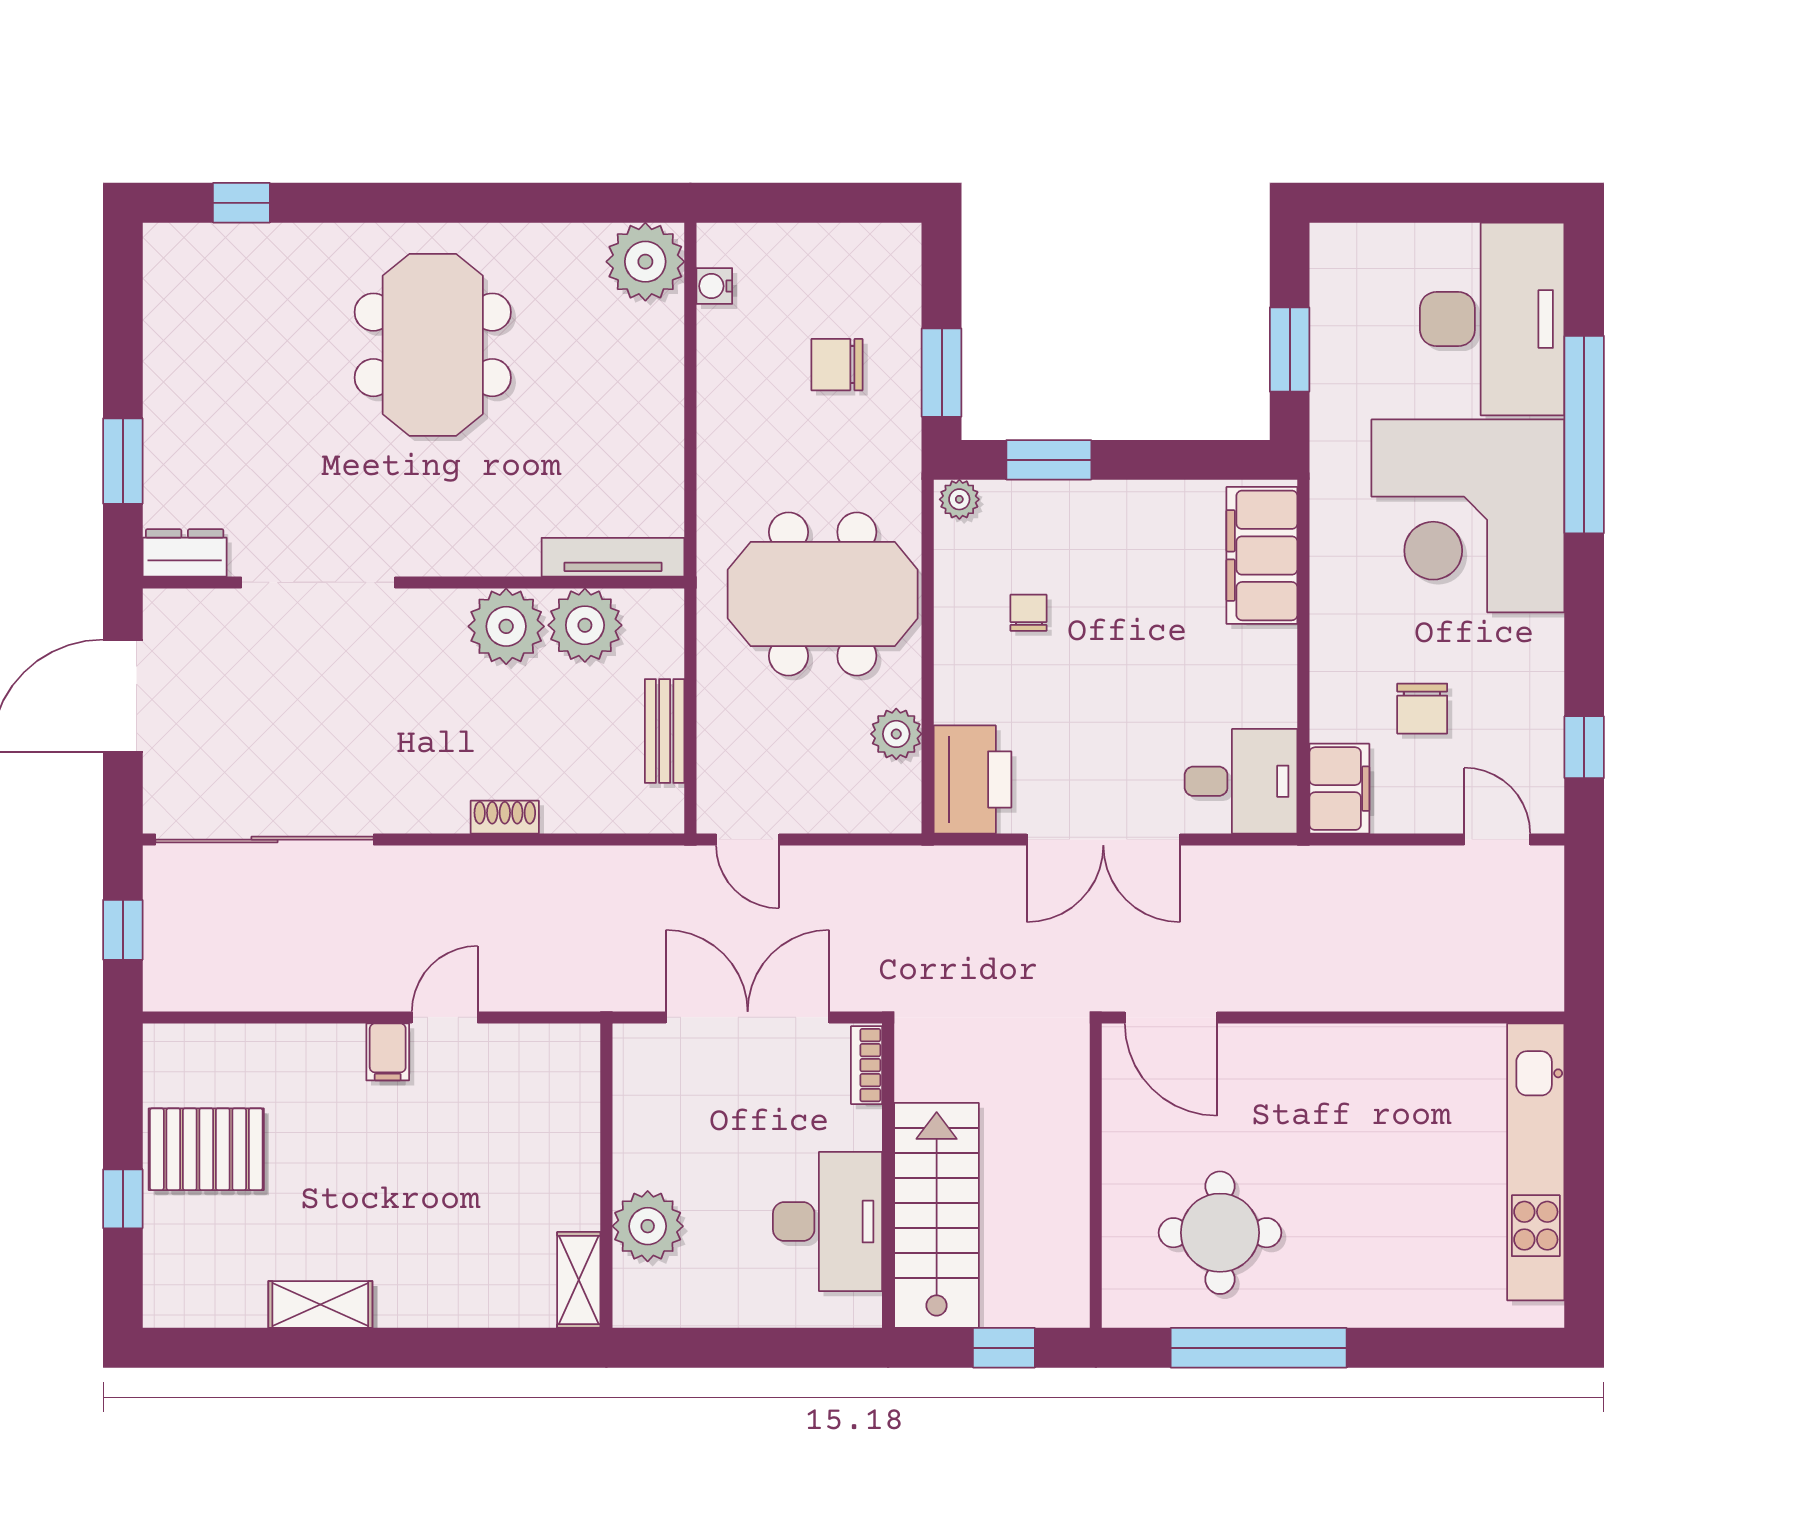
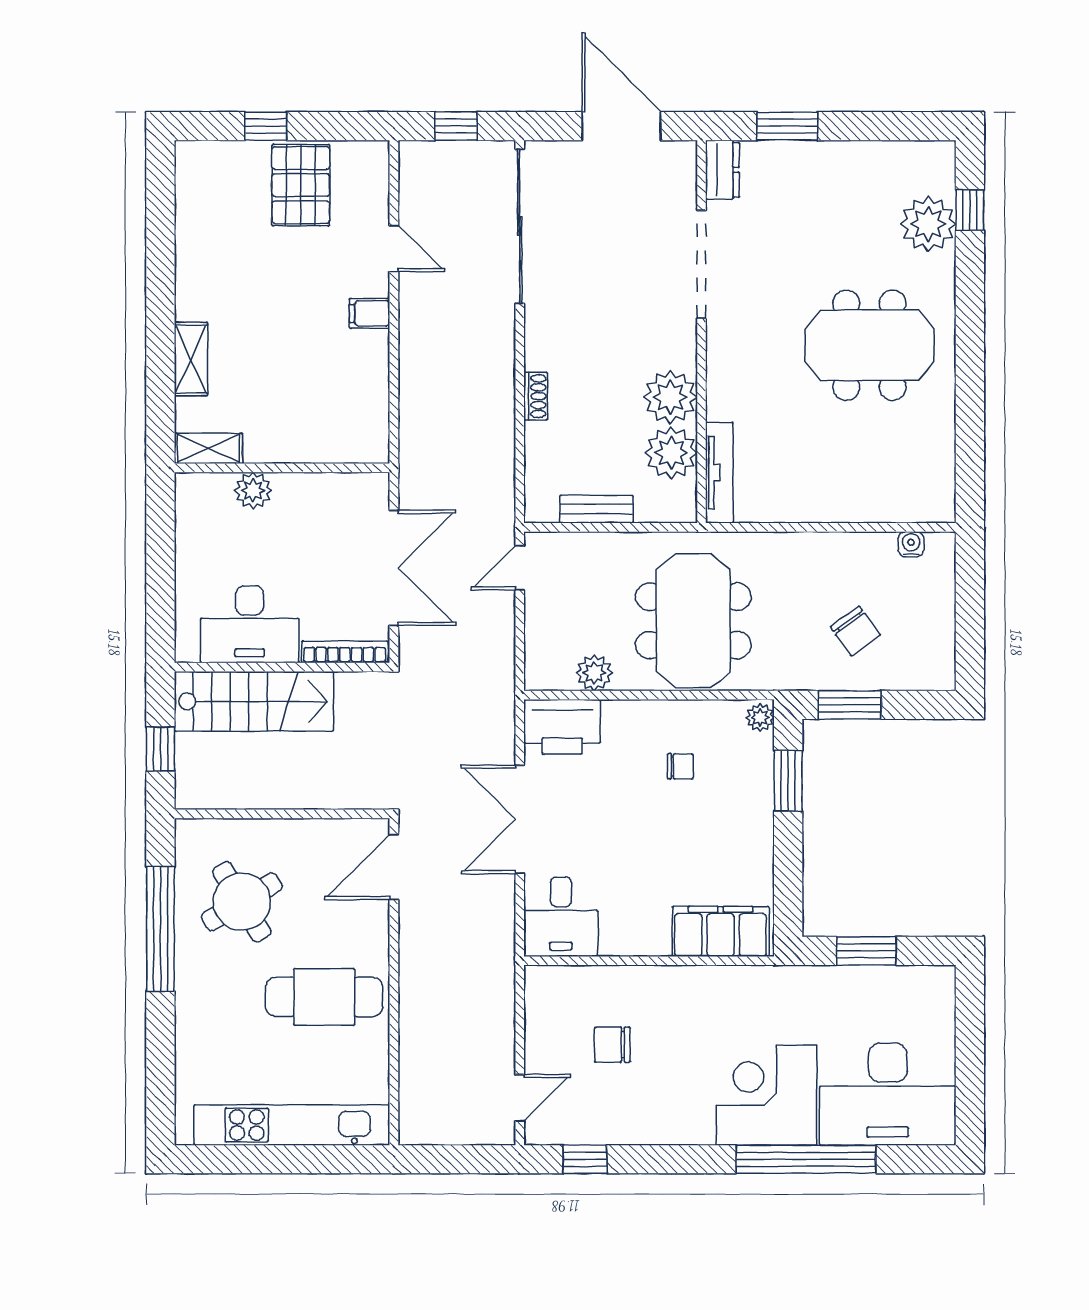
plant: (645, 262) -> (928, 224), moved
chair: (837, 365) -> (855, 631), turned 144
corner desk: (1468, 516) -> (767, 1095), width x0.74, depth x0.74
filing cabinet: (1339, 789) -> (556, 986), removed
door: (445, 1017) -> (394, 249), moved
bookcase: (867, 1065) -> (345, 652), width x1.56
cafe table: (1355, 1116) -> (324, 997), added
plant: (648, 1226) -> (253, 490), width x0.73, depth x0.73
round table: (1220, 1233) -> (242, 902), turned -31
shelving: (320, 1305) -> (191, 359), moved

